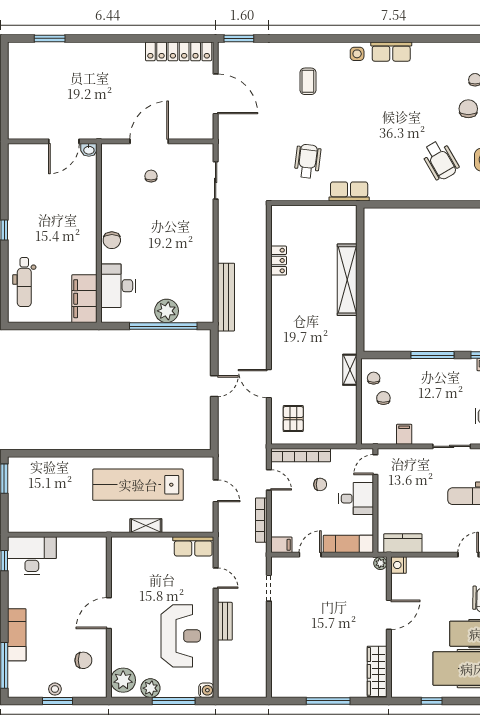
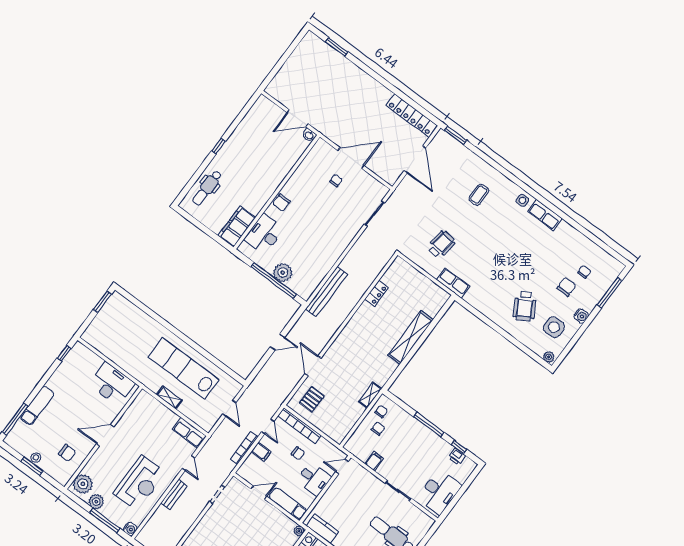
filing cabinet: (281, 545) -> (261, 452), moved
desk: (32, 556) -> (112, 384), moved

